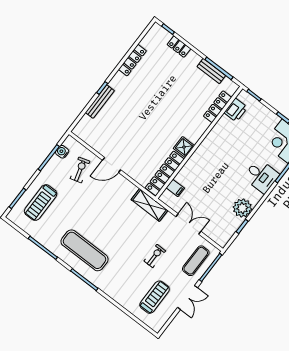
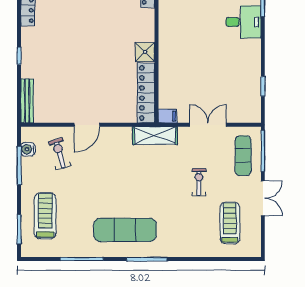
bench: (100, 102) -> (27, 101), moved
filing cabinet: (175, 188) -> (168, 116), moved
treadmill: (41, 203) -> (45, 216), turned 180
plant: (242, 208) -> (249, 68), removed

